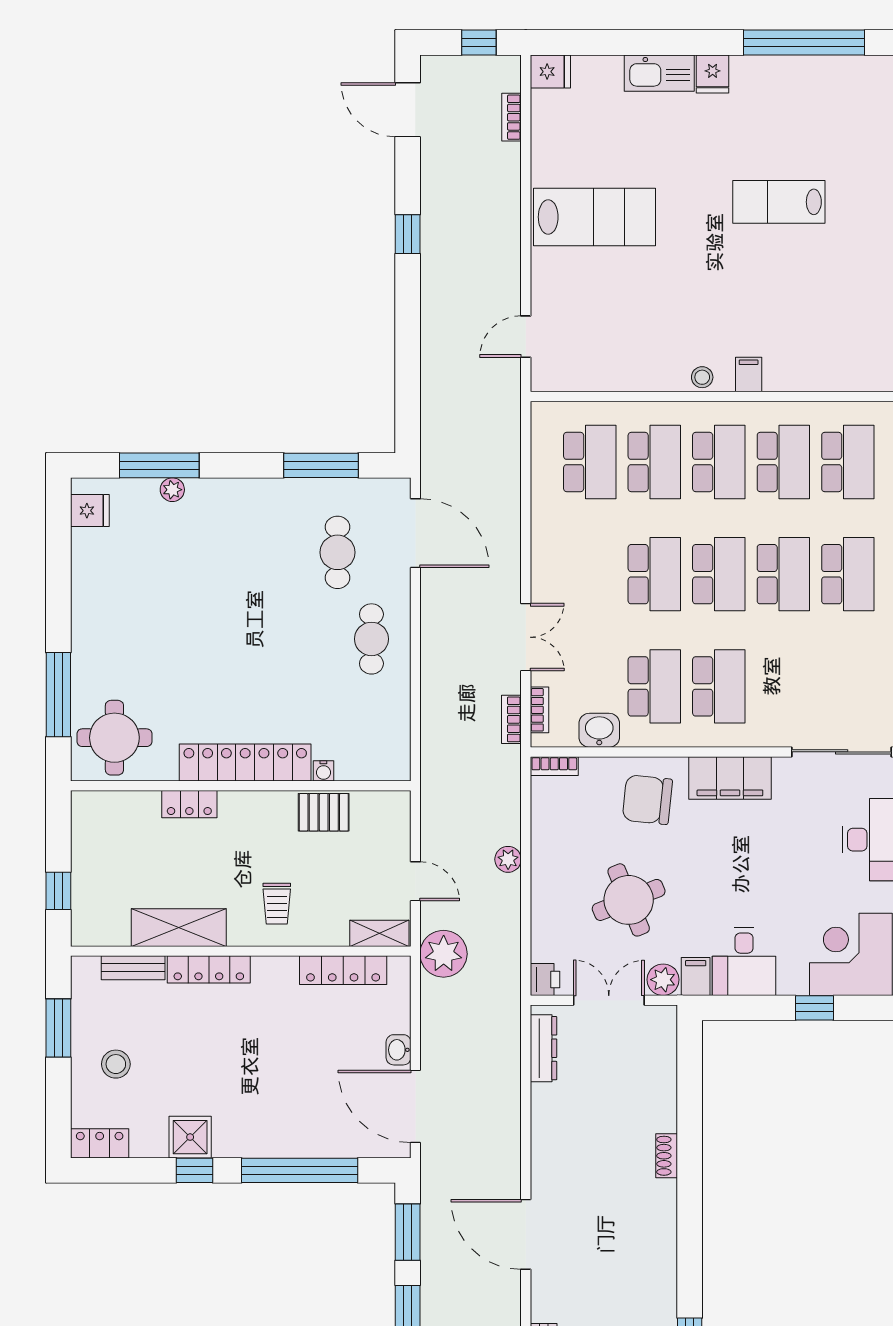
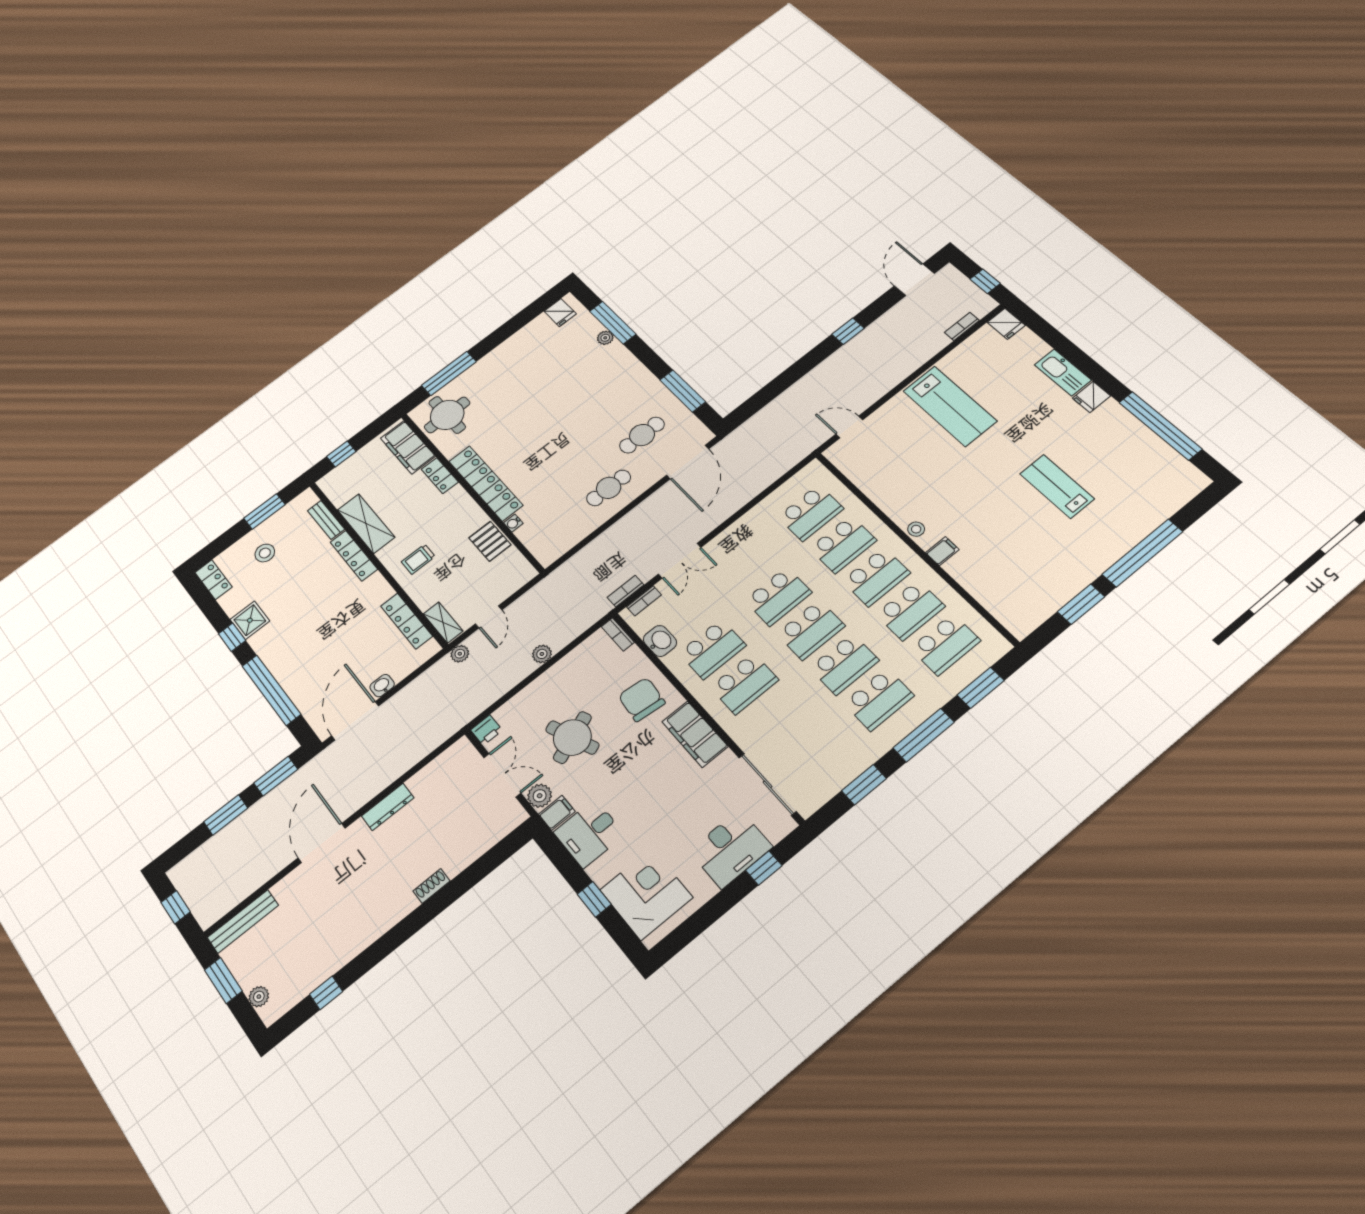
filing cabinet: (118, 812) -> (408, 447), added
plant: (444, 954) -> (460, 654), width x0.53, depth x0.53
dresser: (543, 1048) -> (388, 807), moved

